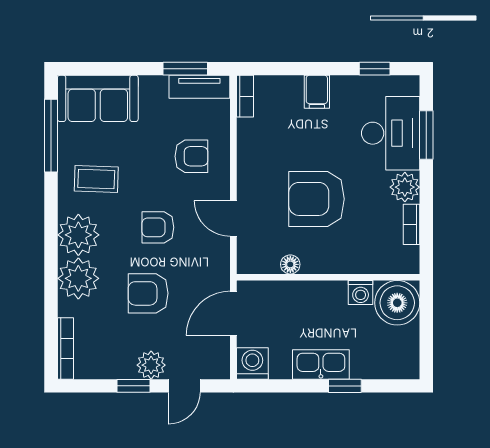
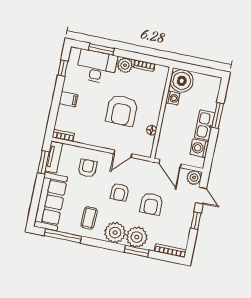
sofa: (98, 98) -> (51, 202), width x1.36
window: (51, 284) -> (137, 251), added
washing machine: (252, 363) -> (199, 148), moved
plant: (151, 365) -> (194, 177), moved
window: (345, 386) -> (218, 116), width x1.50

